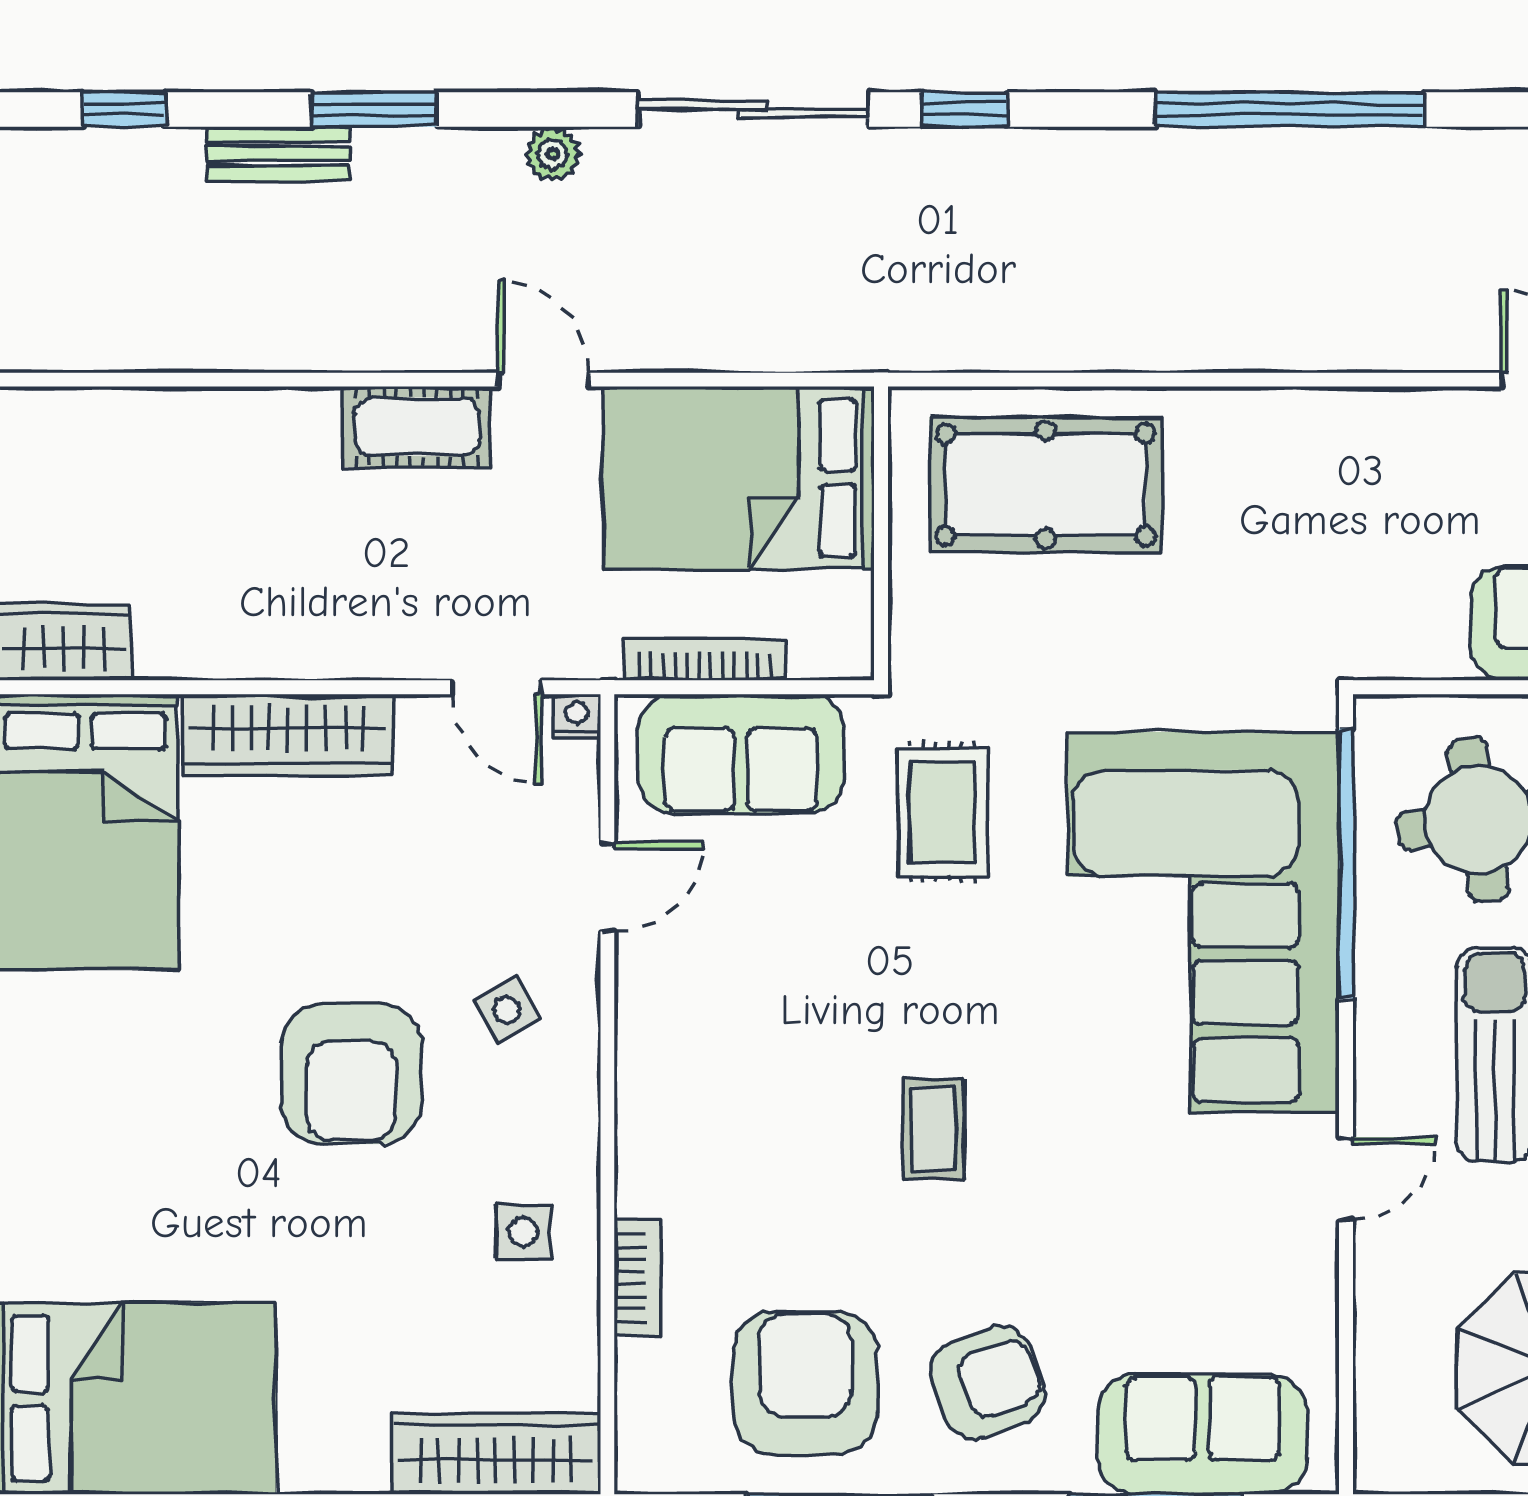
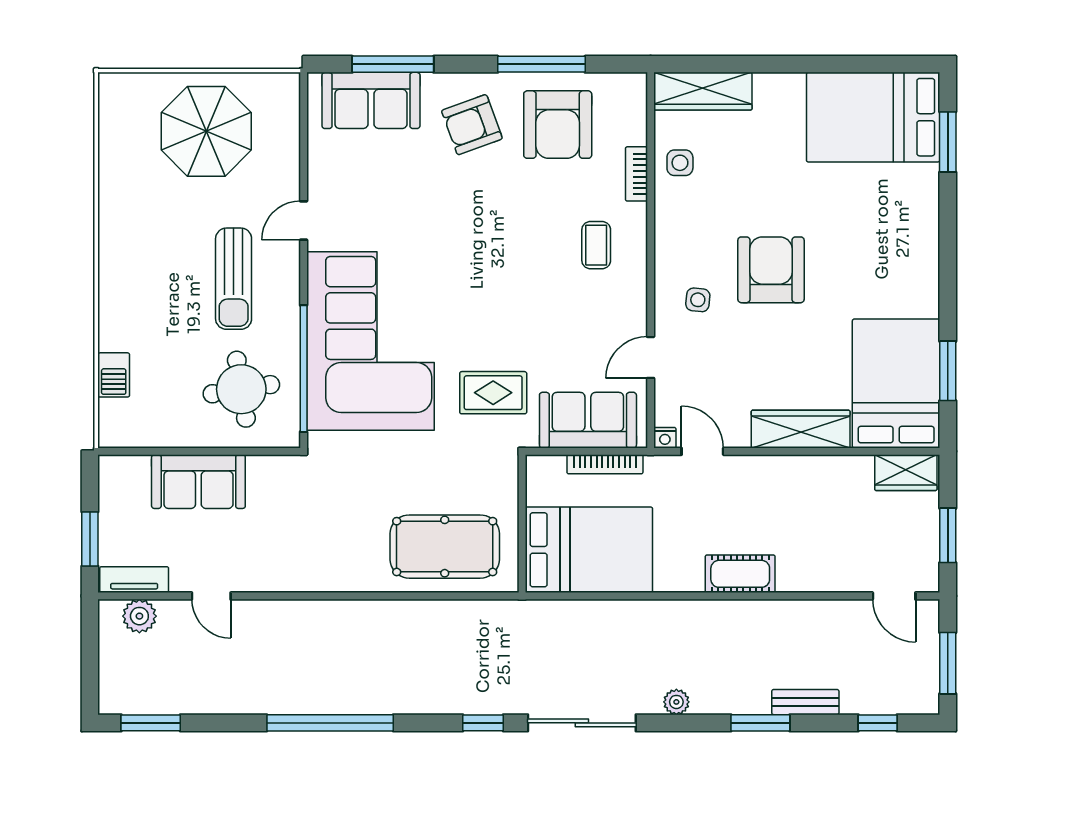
door: (543, 380) -> (894, 596), moved
rug: (942, 812) -> (493, 393), turned 90
side table: (507, 1010) -> (698, 300), turned 35
coffee table: (933, 1129) -> (596, 245), moved
side table: (523, 1232) -> (680, 163), moved

